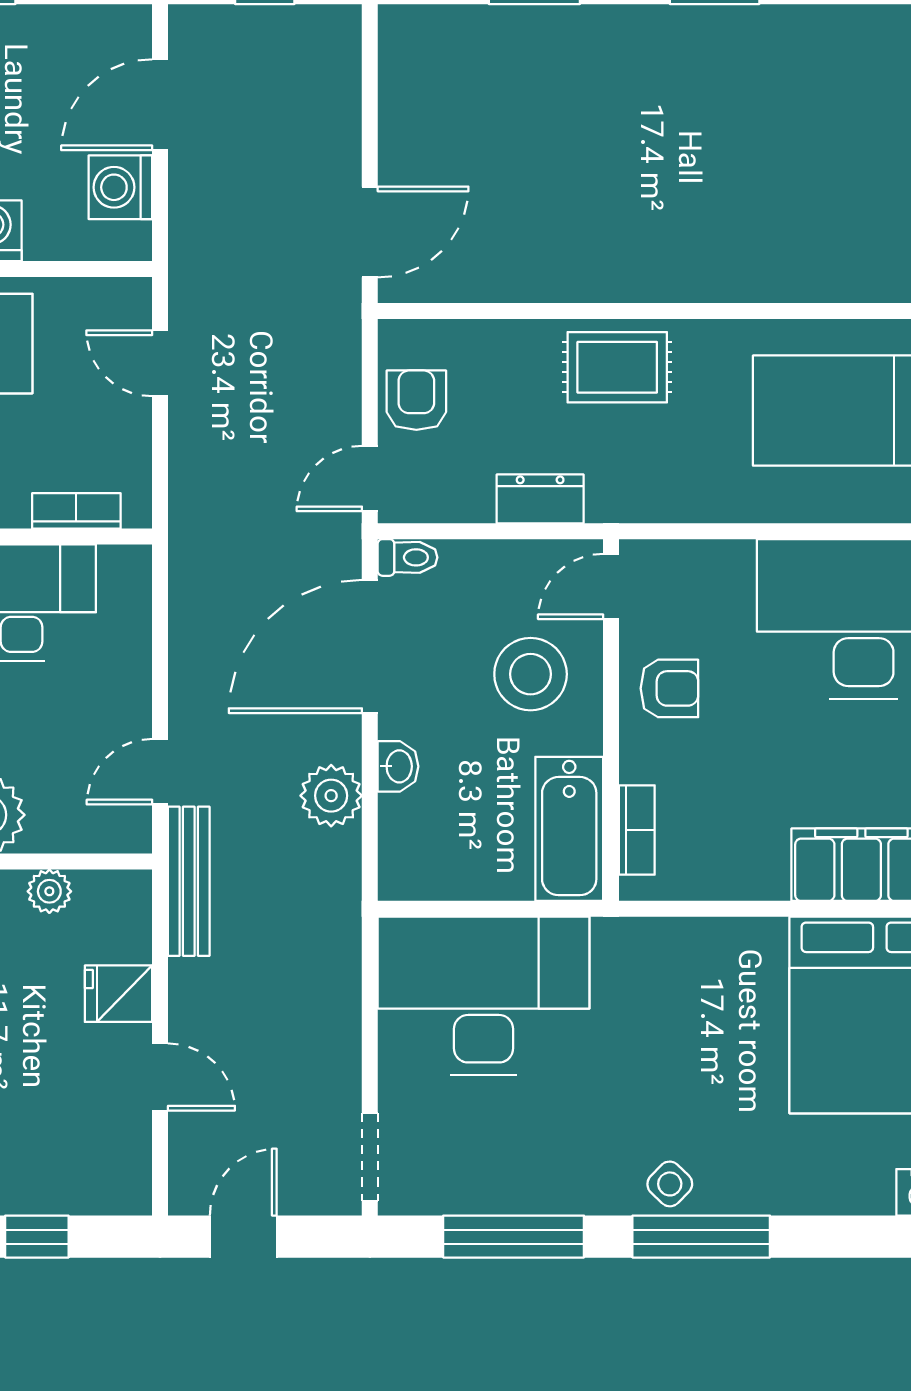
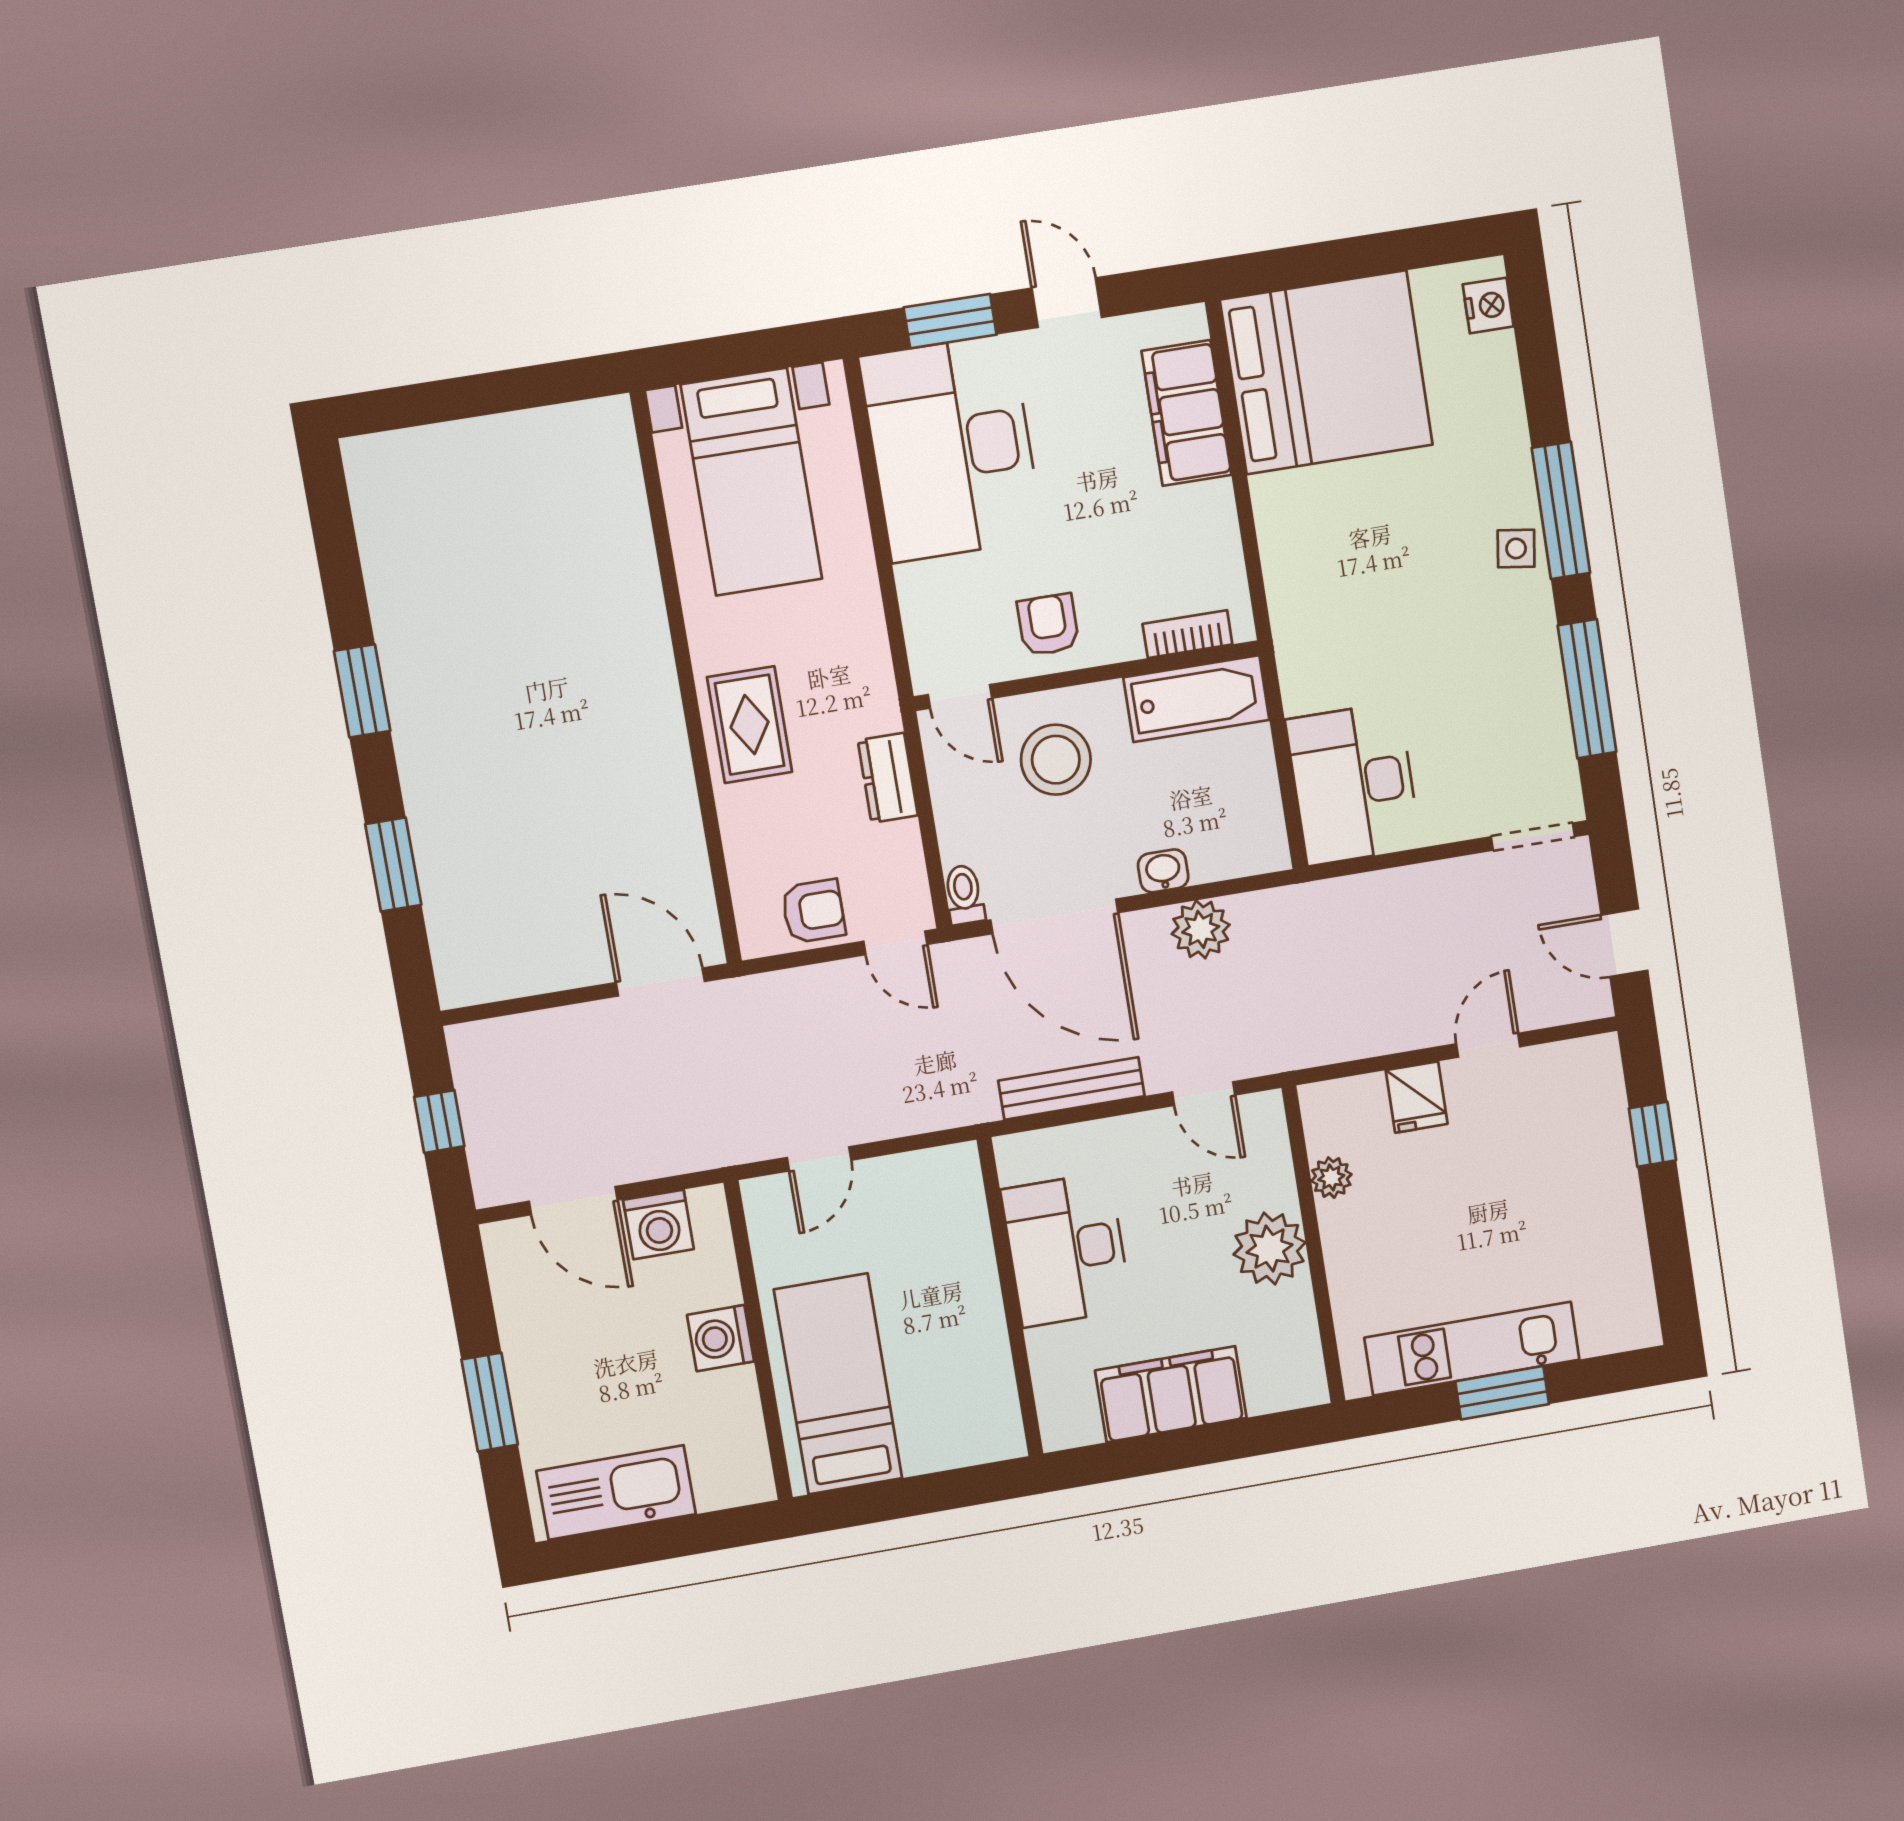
armchair: (416, 400) -> (813, 911), turned 180
bookcase: (76, 511) -> (971, 1213), removed
bench: (189, 881) -> (1071, 1088), moved
desk: (484, 996) -> (1353, 784), width x0.73, depth x0.77
side table: (670, 1184) -> (1516, 548), turned -36

